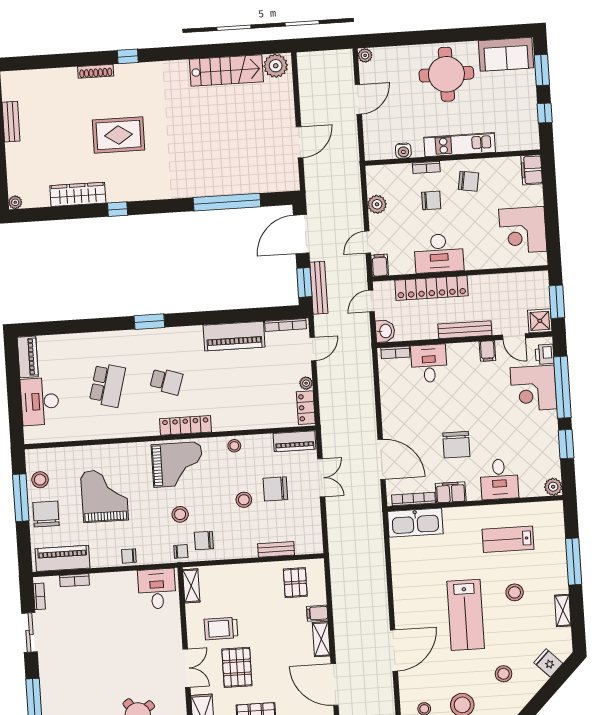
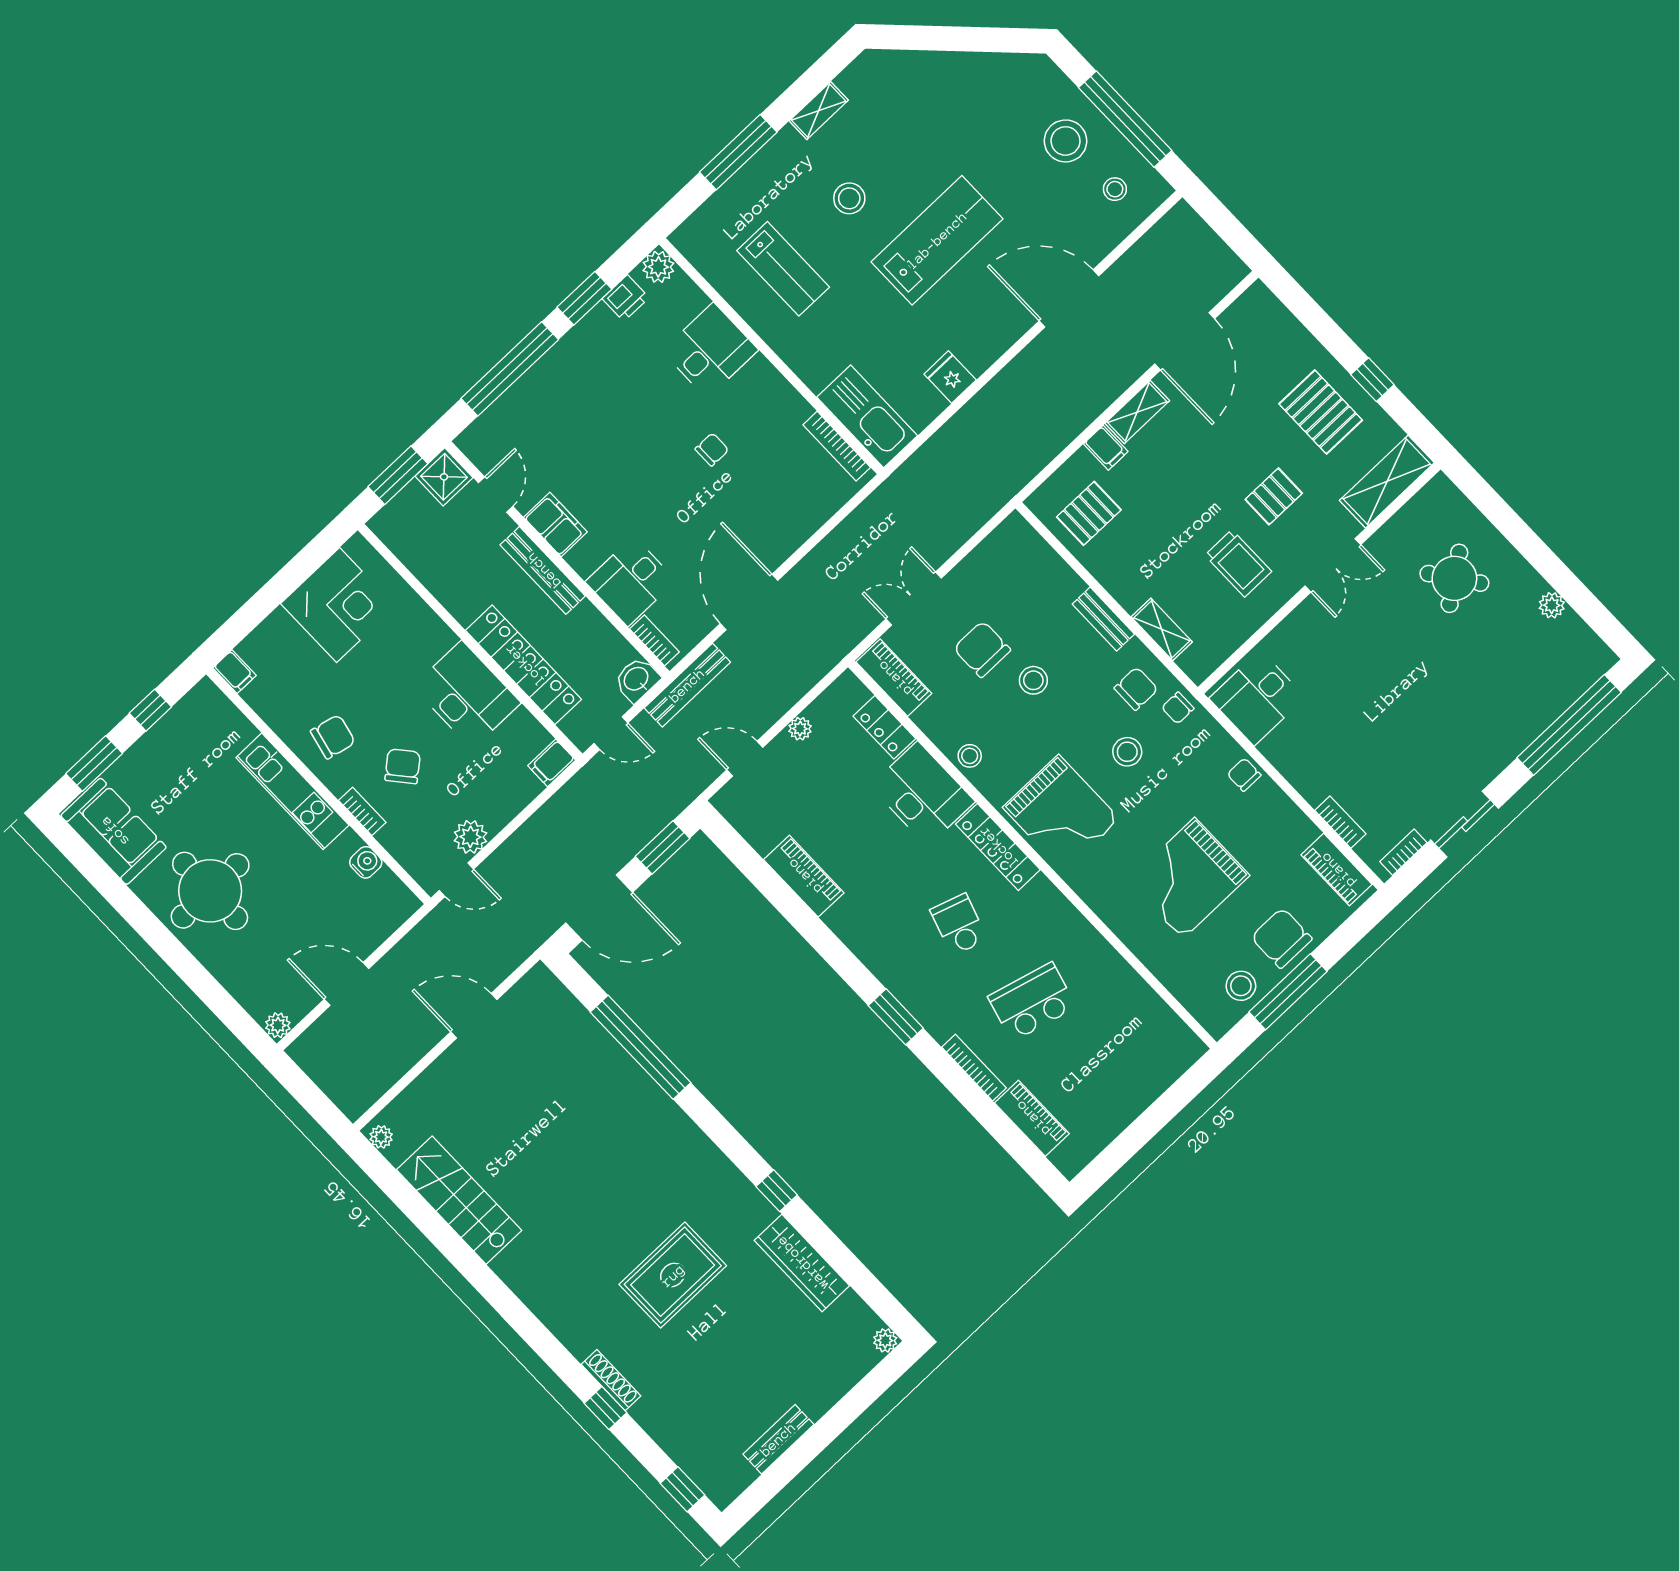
window: (128, 56) -> (605, 1408), moved
window: (24, 63) -> (683, 1489), added
plant: (276, 66) -> (381, 1137), width x0.53, depth x0.53
rug: (119, 135) -> (673, 1275), turned 90
filing cabinet: (532, 170) -> (234, 672), width x0.50
chair: (468, 181) -> (333, 737), turned 94
chair: (431, 200) -> (403, 766), turned 50
door: (368, 242) -> (456, 880), moved
bench: (319, 288) -> (687, 685), moved
bookcase: (286, 325) -> (974, 1068), moved
piano: (234, 336) -> (804, 876), width x0.73, depth x0.75
filing cabinet: (487, 351) -> (555, 525), width x2.00
printer: (545, 354) -> (626, 298), moved
piano: (28, 357) -> (1032, 1118), moved, turned 90
corner desk: (534, 388) -> (545, 408), removed
desk: (40, 402) -> (922, 794), moved, turned -90
locker: (306, 408) -> (884, 727), moved, turned 90
chair: (456, 445) -> (712, 449), width x0.54, depth x0.54
door: (382, 459) -> (749, 602), moved
grand piano: (177, 464) -> (1061, 813), turned 180
chair: (275, 489) -> (982, 649), turned 180
filing cabinet: (451, 492) -> (784, 402), removed
chair: (46, 514) -> (1281, 938), turned 90
chair: (204, 541) -> (1136, 689), turned -90
bench: (276, 549) -> (1103, 619), moved
chair: (181, 551) -> (1178, 708), turned -90
chair: (129, 556) -> (1244, 775), turned 180
piano: (63, 558) -> (1337, 870), width x0.73, depth x0.75
shelving: (191, 586) -> (1162, 629), moved, turned 90
fridge: (548, 663) -> (950, 377), moved, turned 135
pallet: (237, 667) -> (1274, 496), width x0.67, depth x0.71
double door: (187, 668) -> (1333, 565), swing flipped
stool: (504, 674) -> (975, 120), removed

